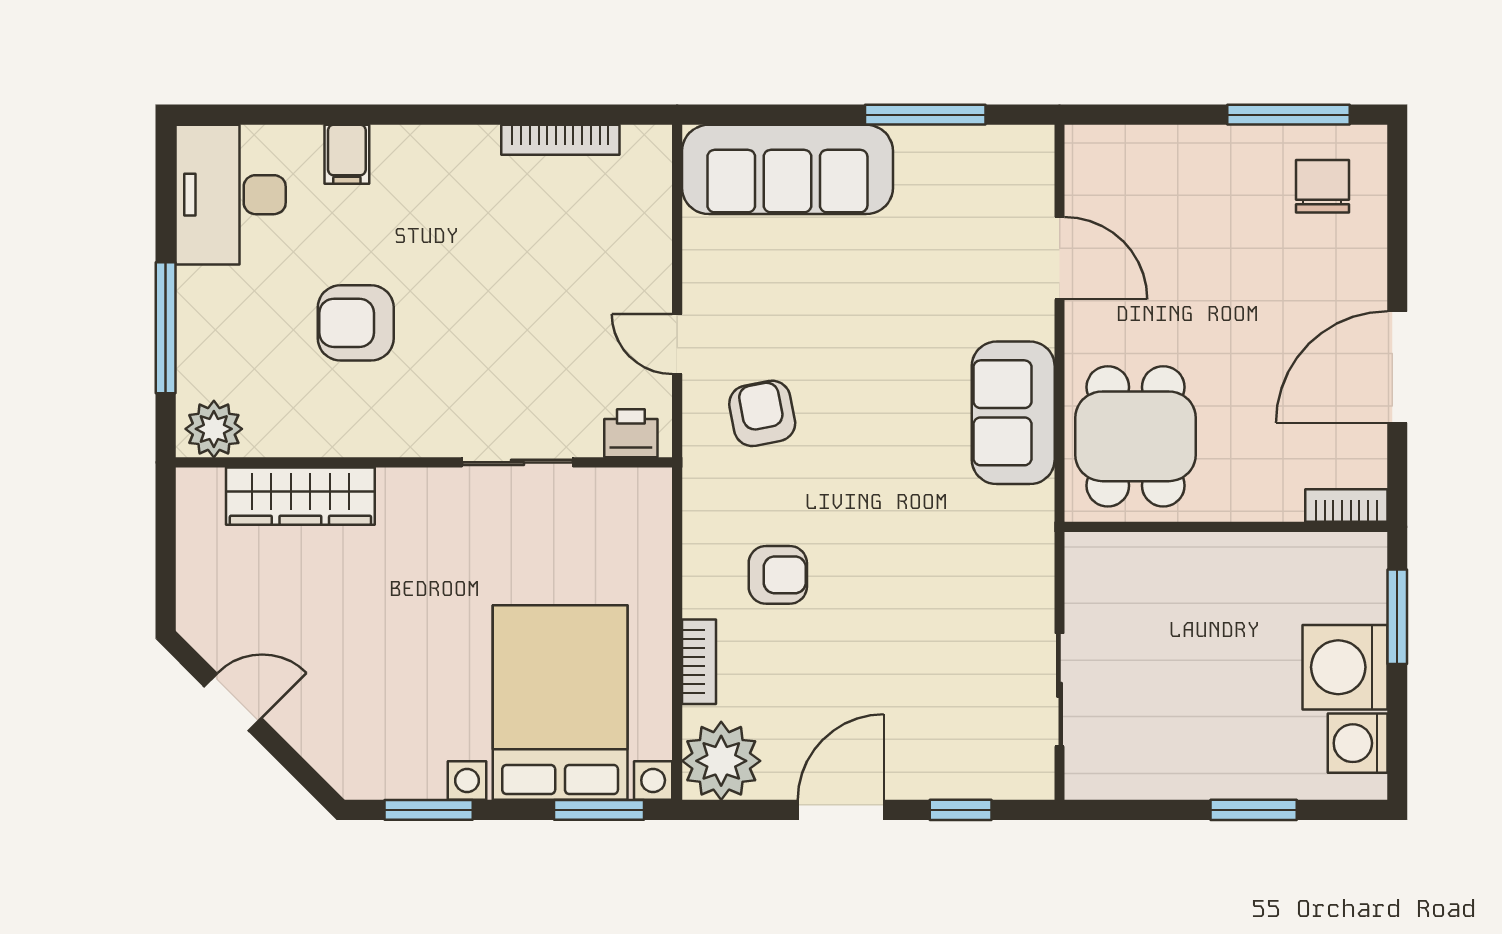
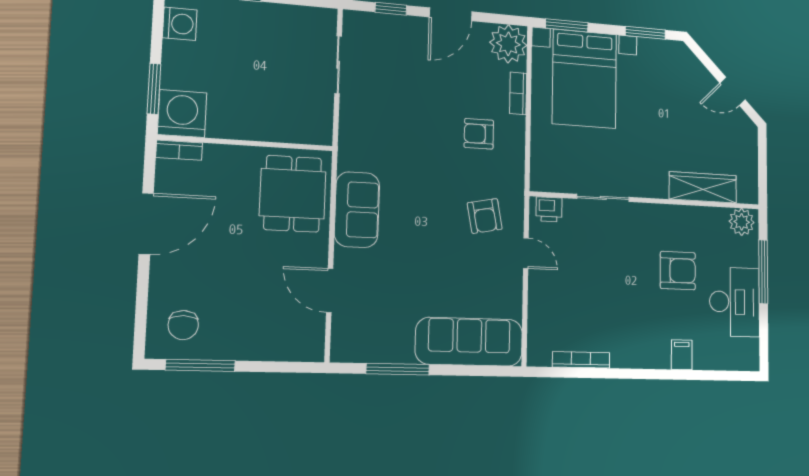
desk: (231, 195) -> (735, 302), moved
washing machine: (1345, 667) -> (182, 114), moved, turned -90

